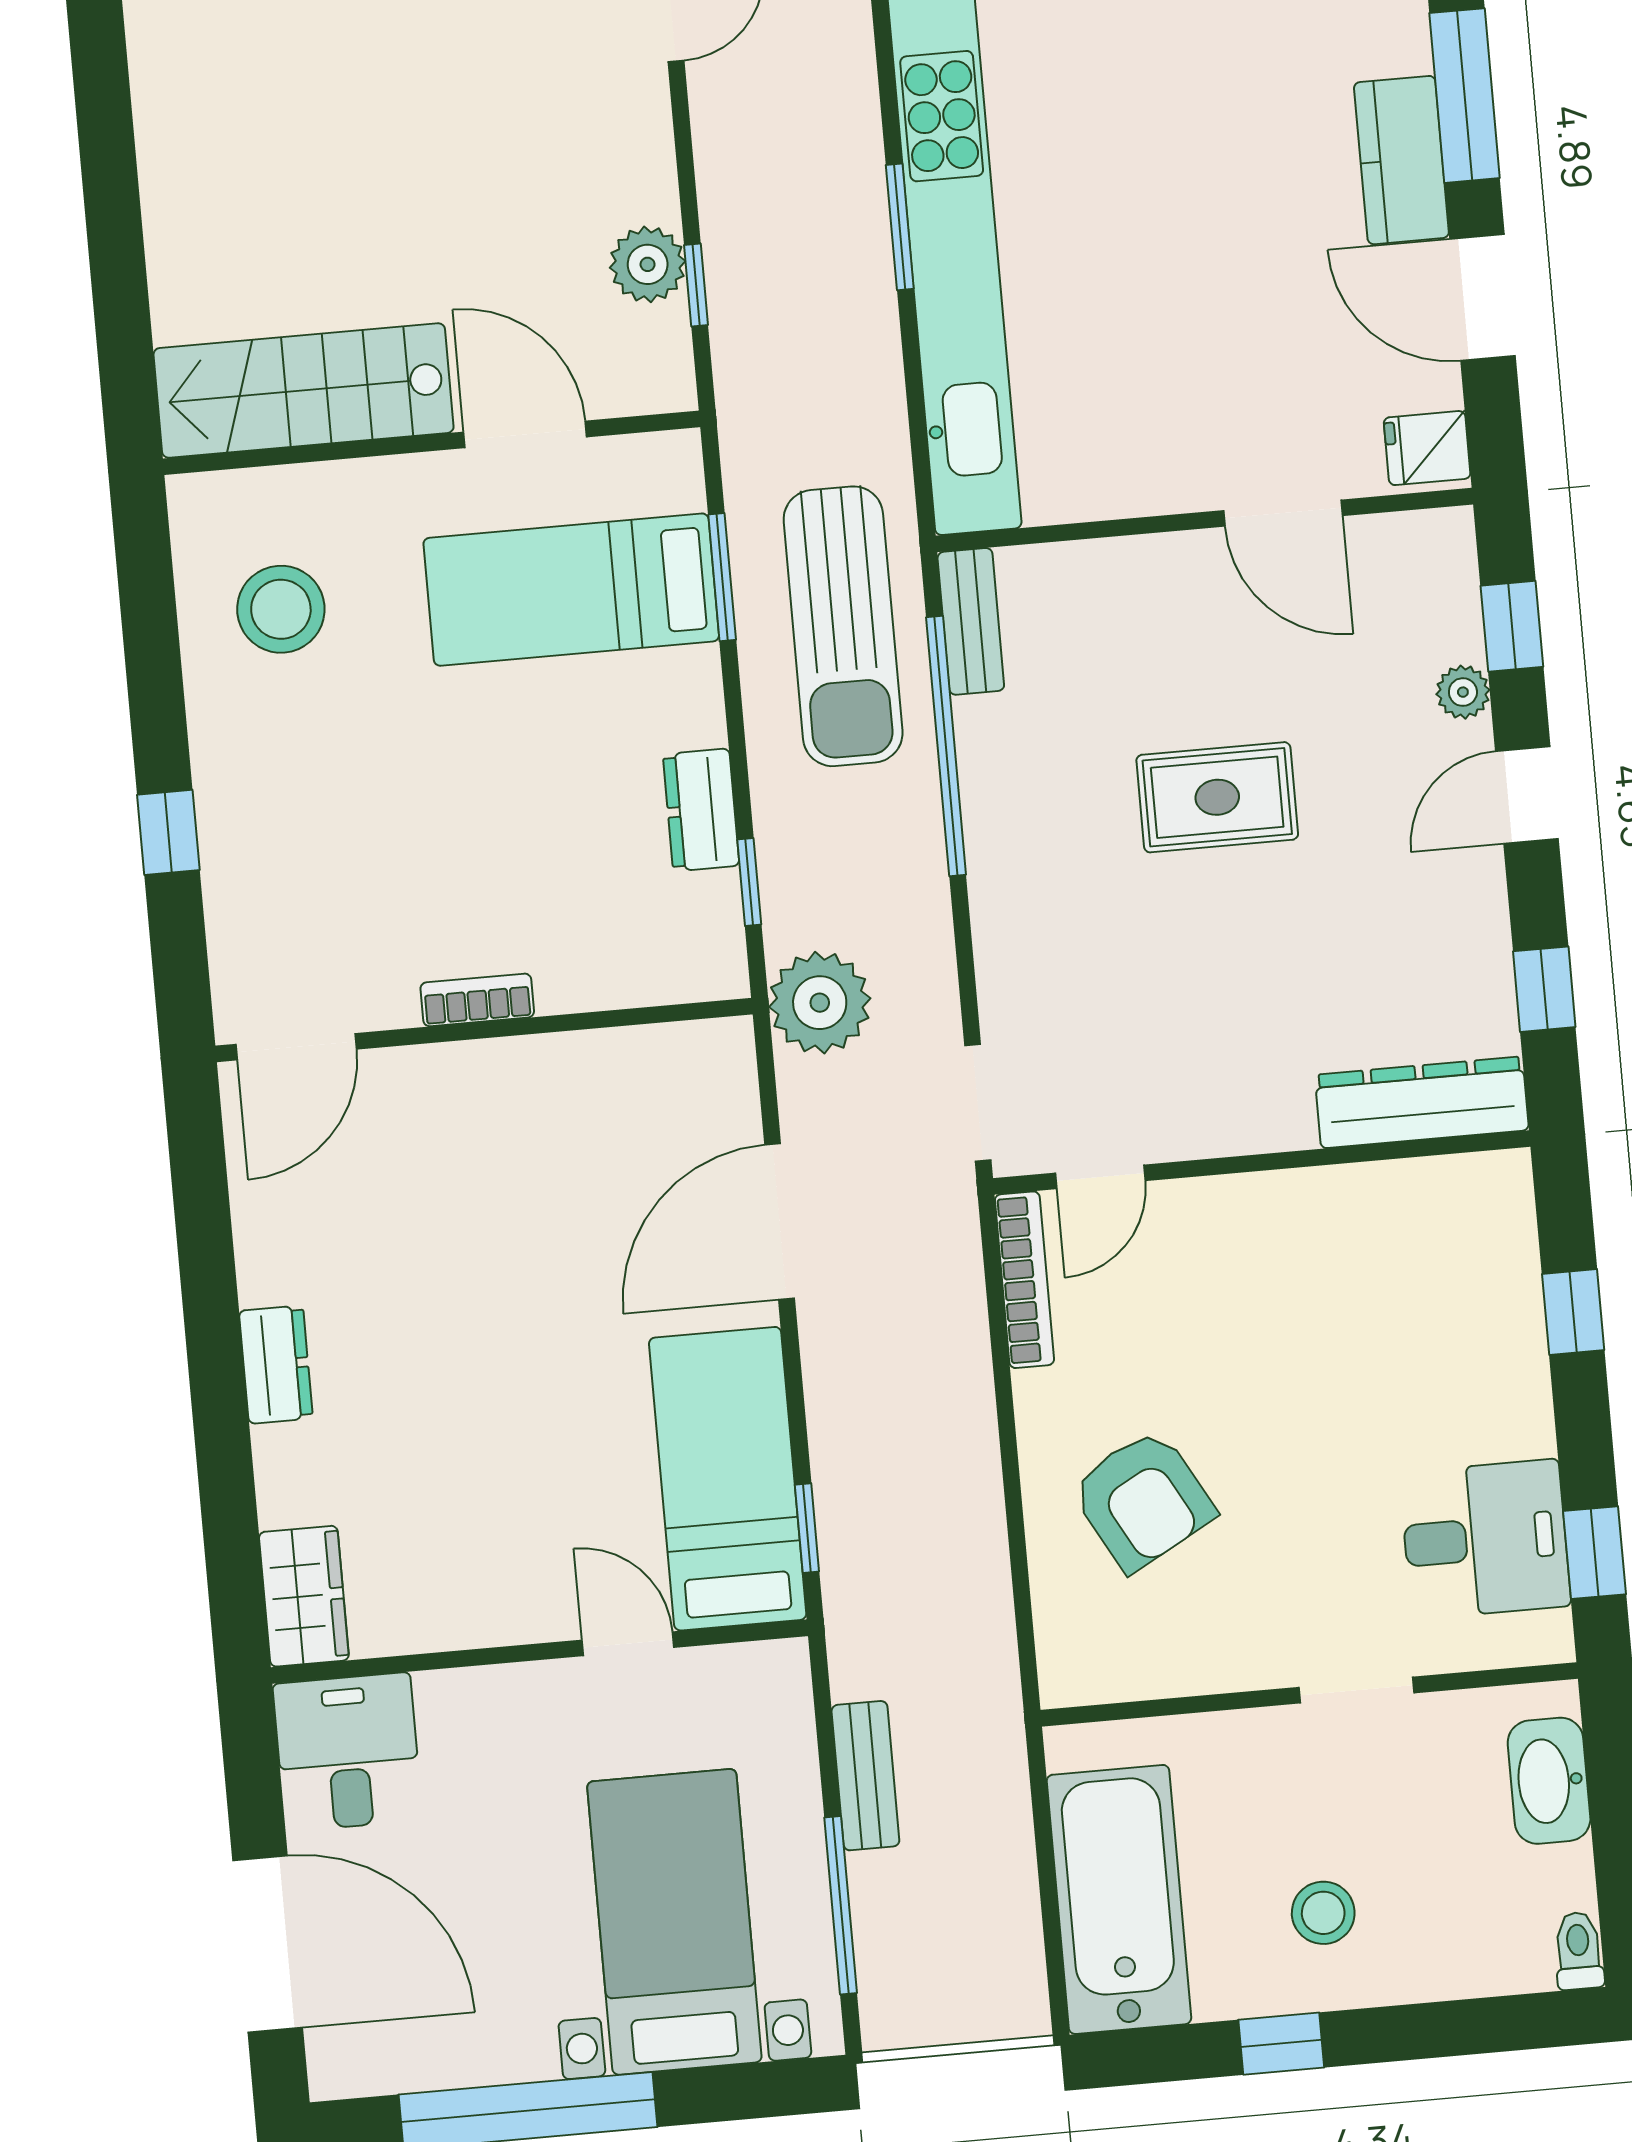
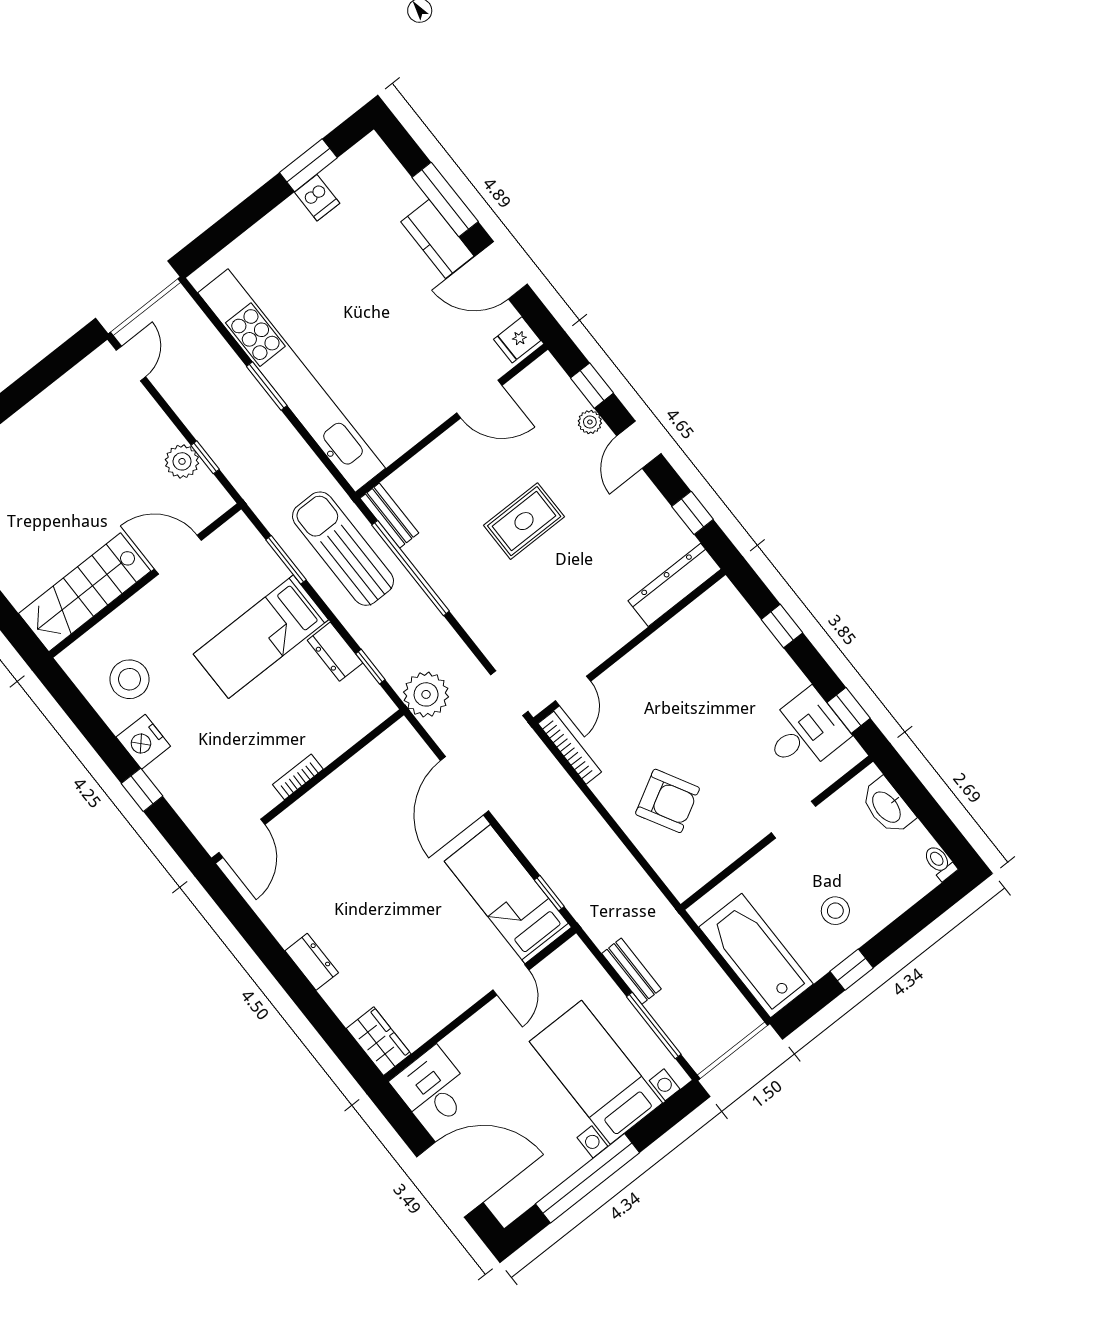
bed: (571, 590) -> (261, 637), moved
sun lounger: (843, 626) -> (343, 549), turned 180
nightstand: (230, 744) -> (143, 742), added
door: (628, 1644) -> (511, 980), swing flipped

